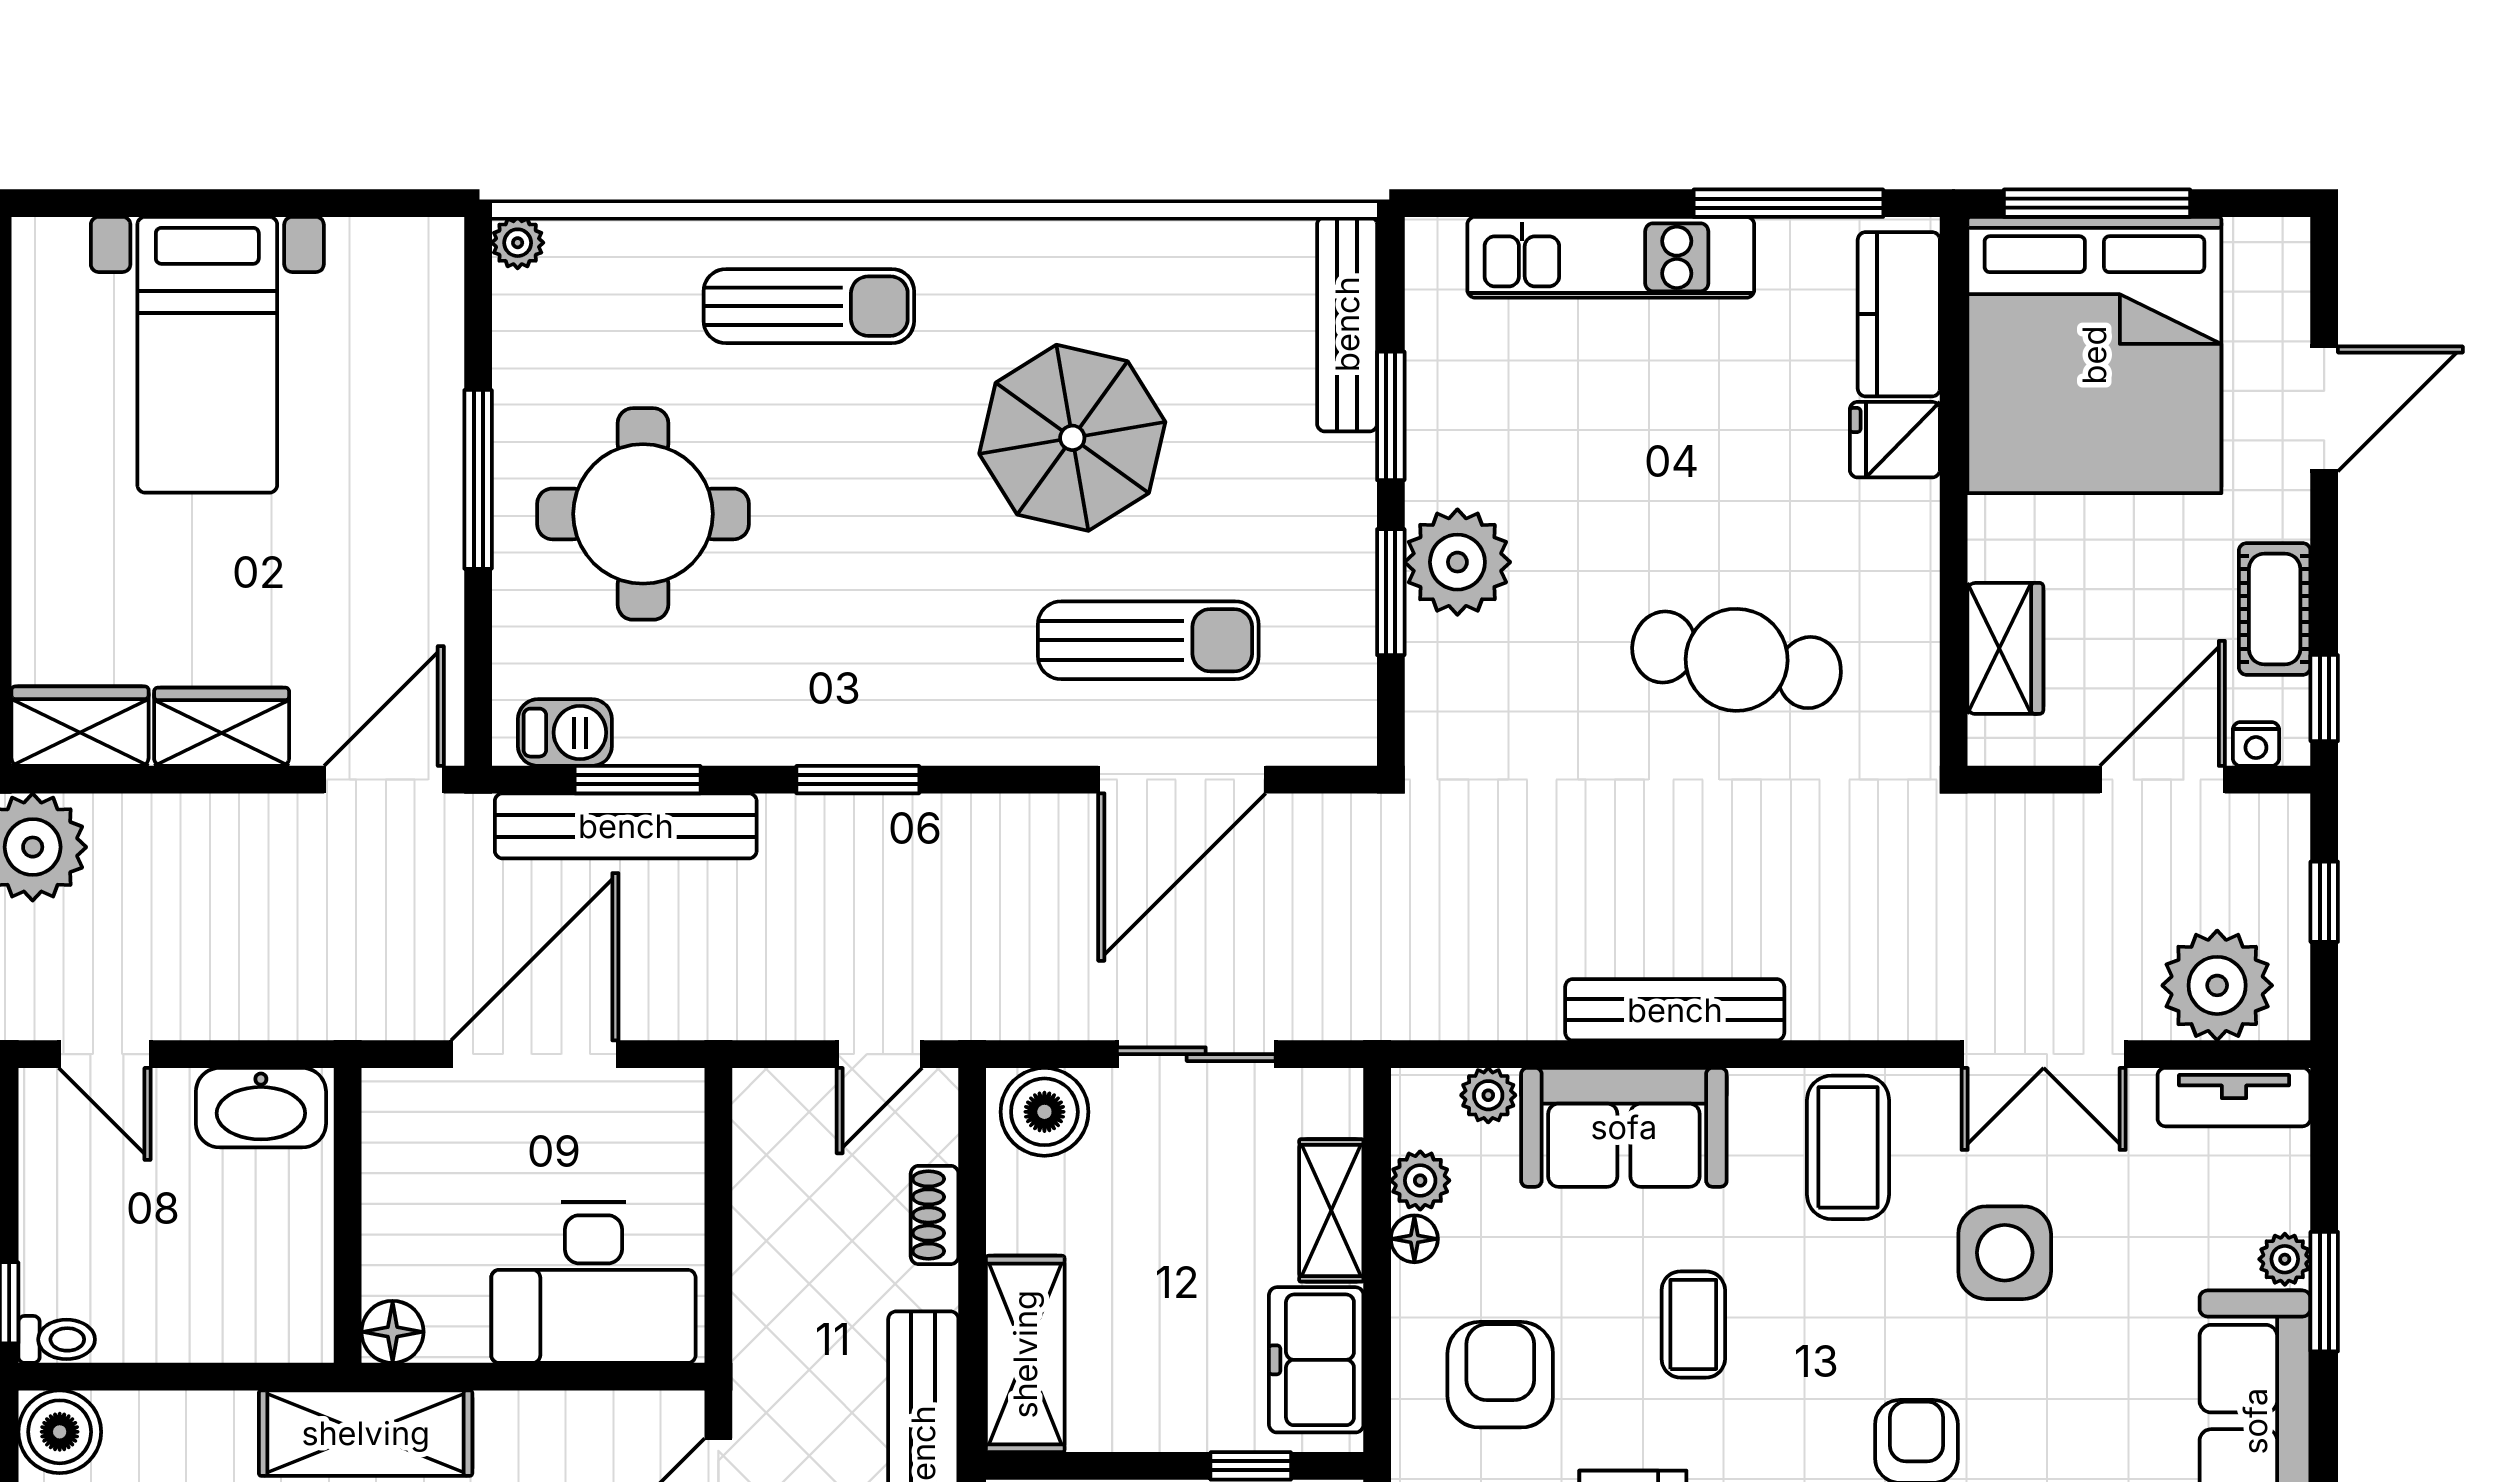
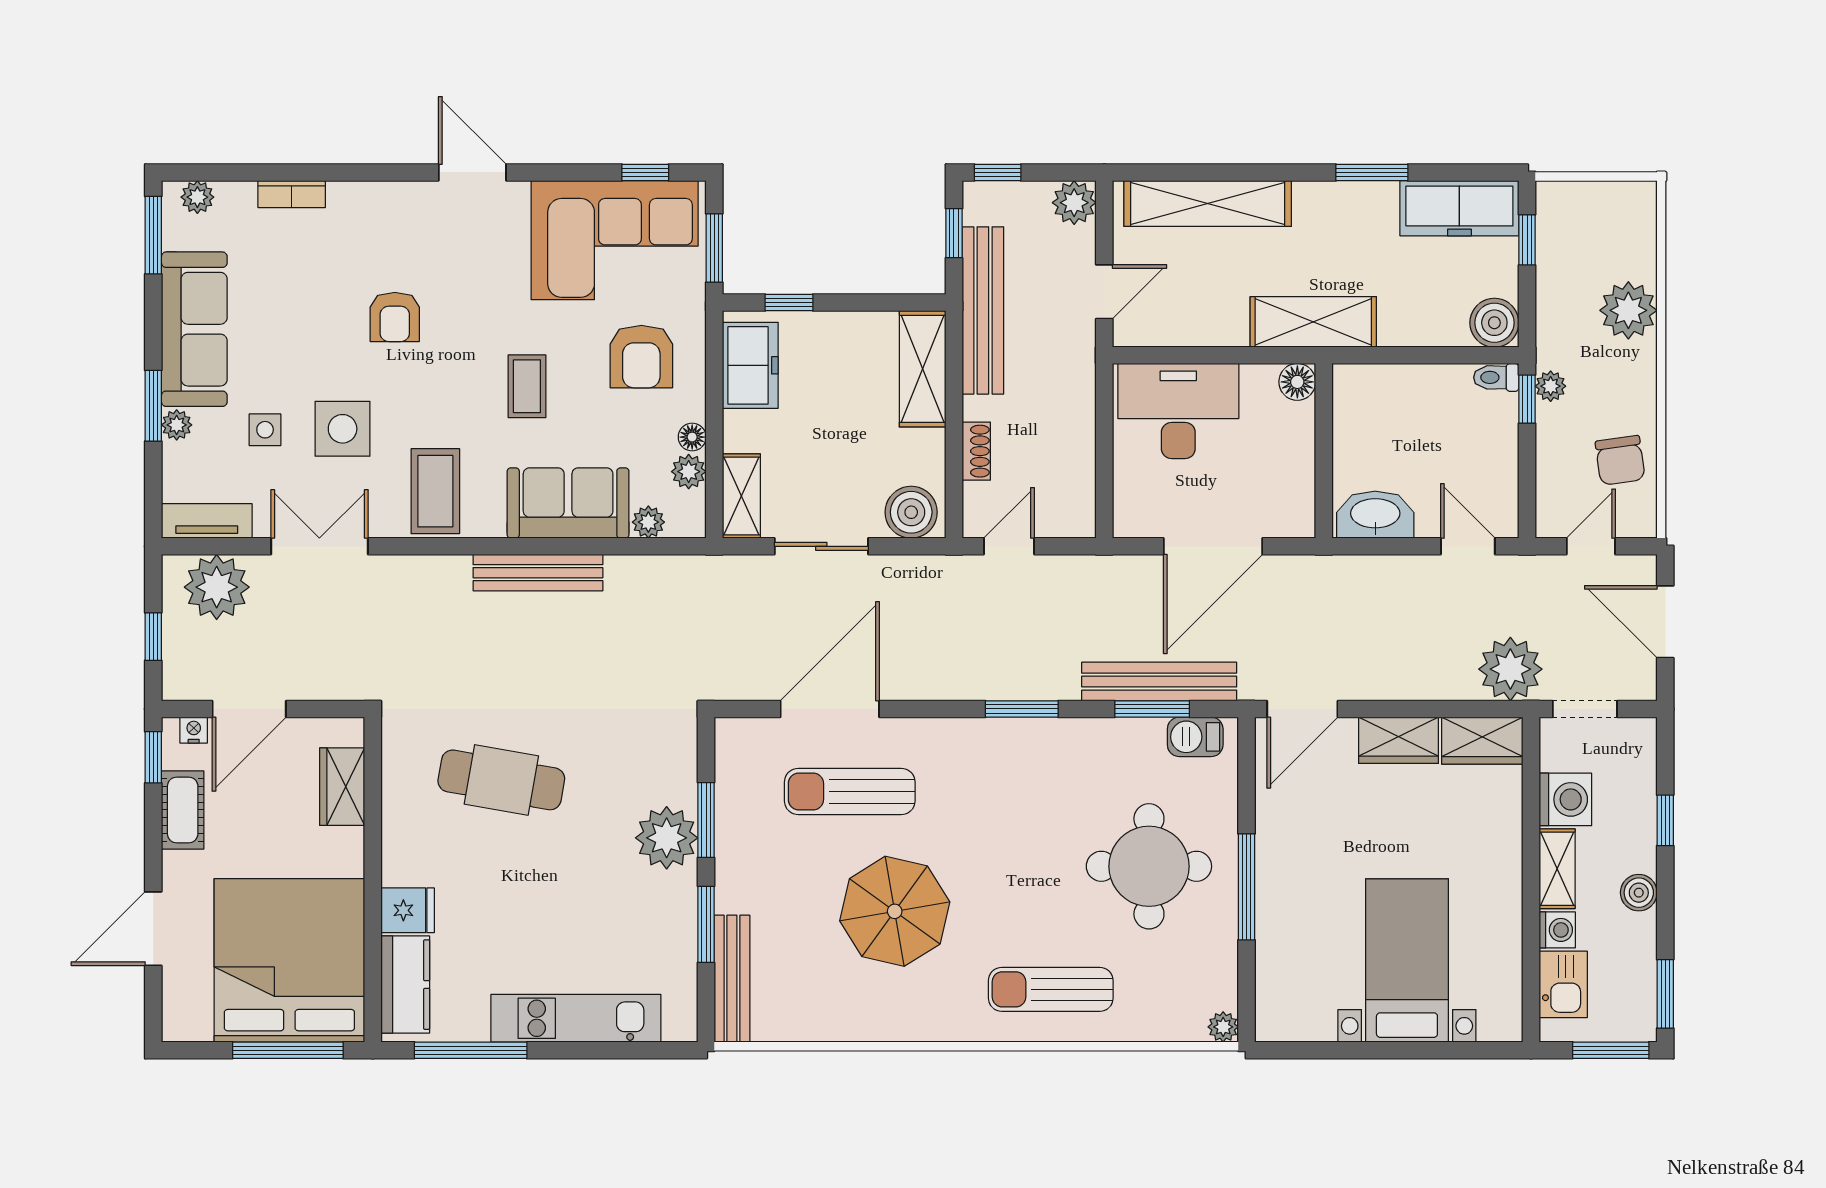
shelving: (1331, 1210) -> (741, 496), moved
side table: (2136, 1251) -> (265, 430), added

